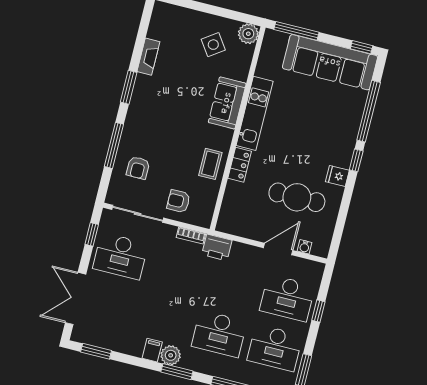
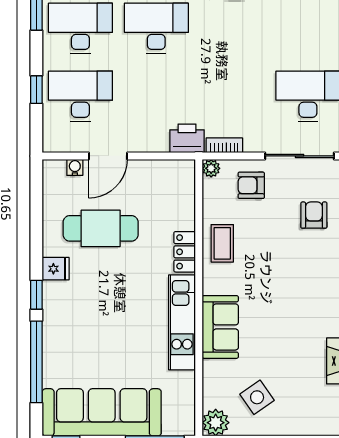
armchair: (179, 201) -> (251, 185), turned 180
plant: (205, 221) -> (211, 168), added

